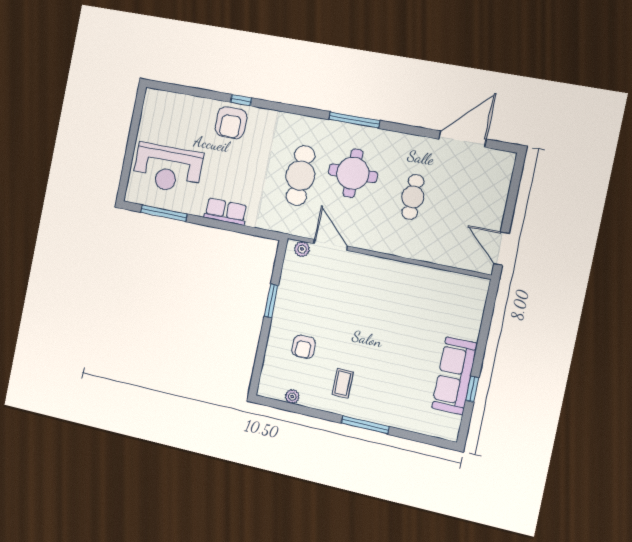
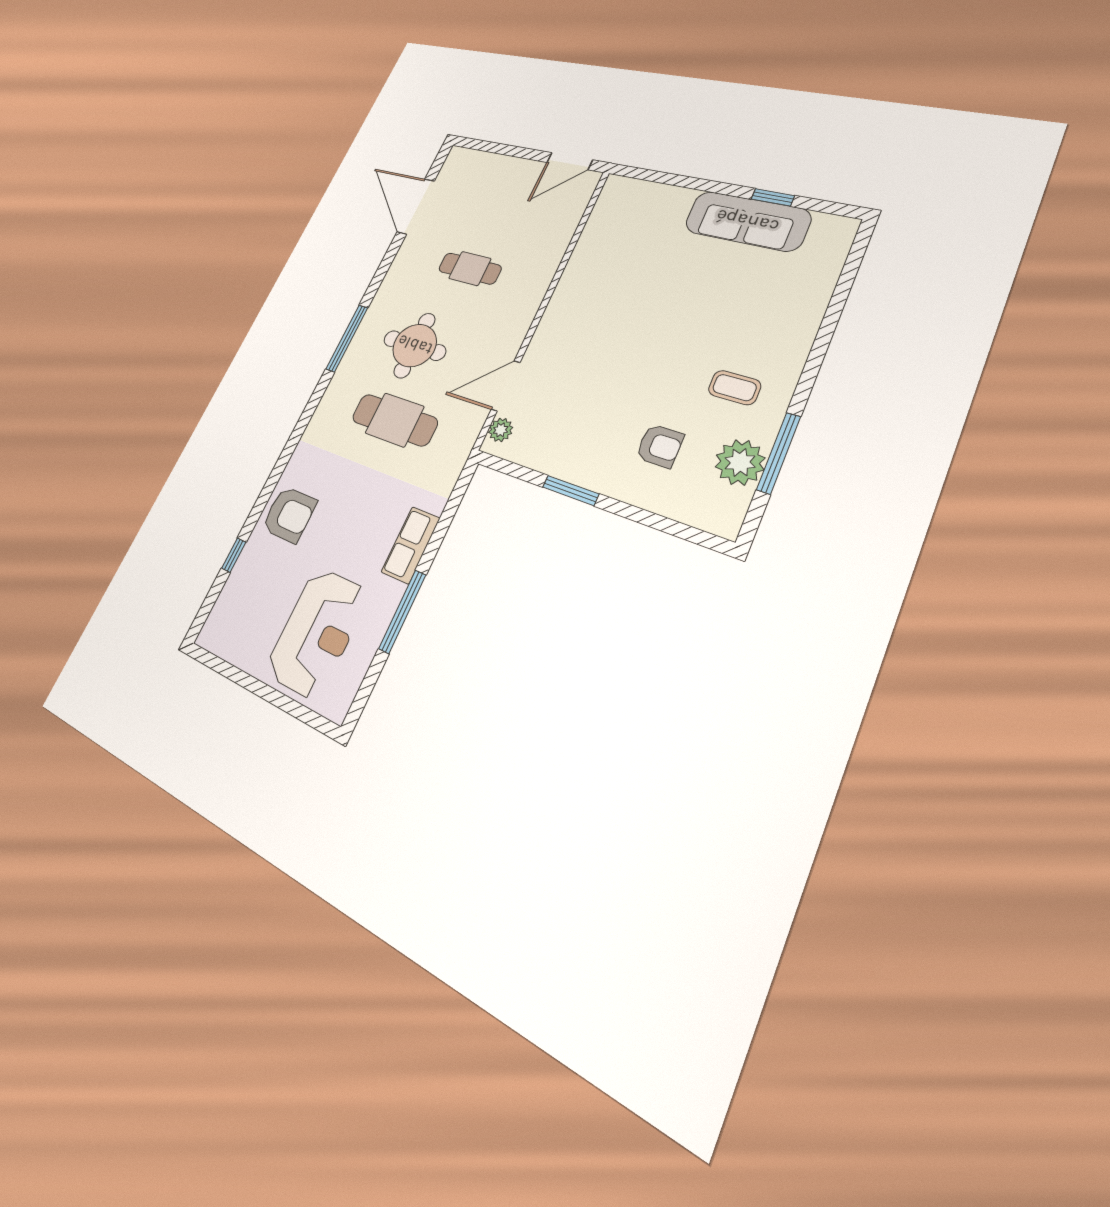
window: (241, 100) -> (234, 555), moved
window: (164, 213) -> (402, 612), moved
plant: (292, 397) -> (740, 462), width x1.88, depth x1.88
window: (365, 425) -> (779, 453), moved

